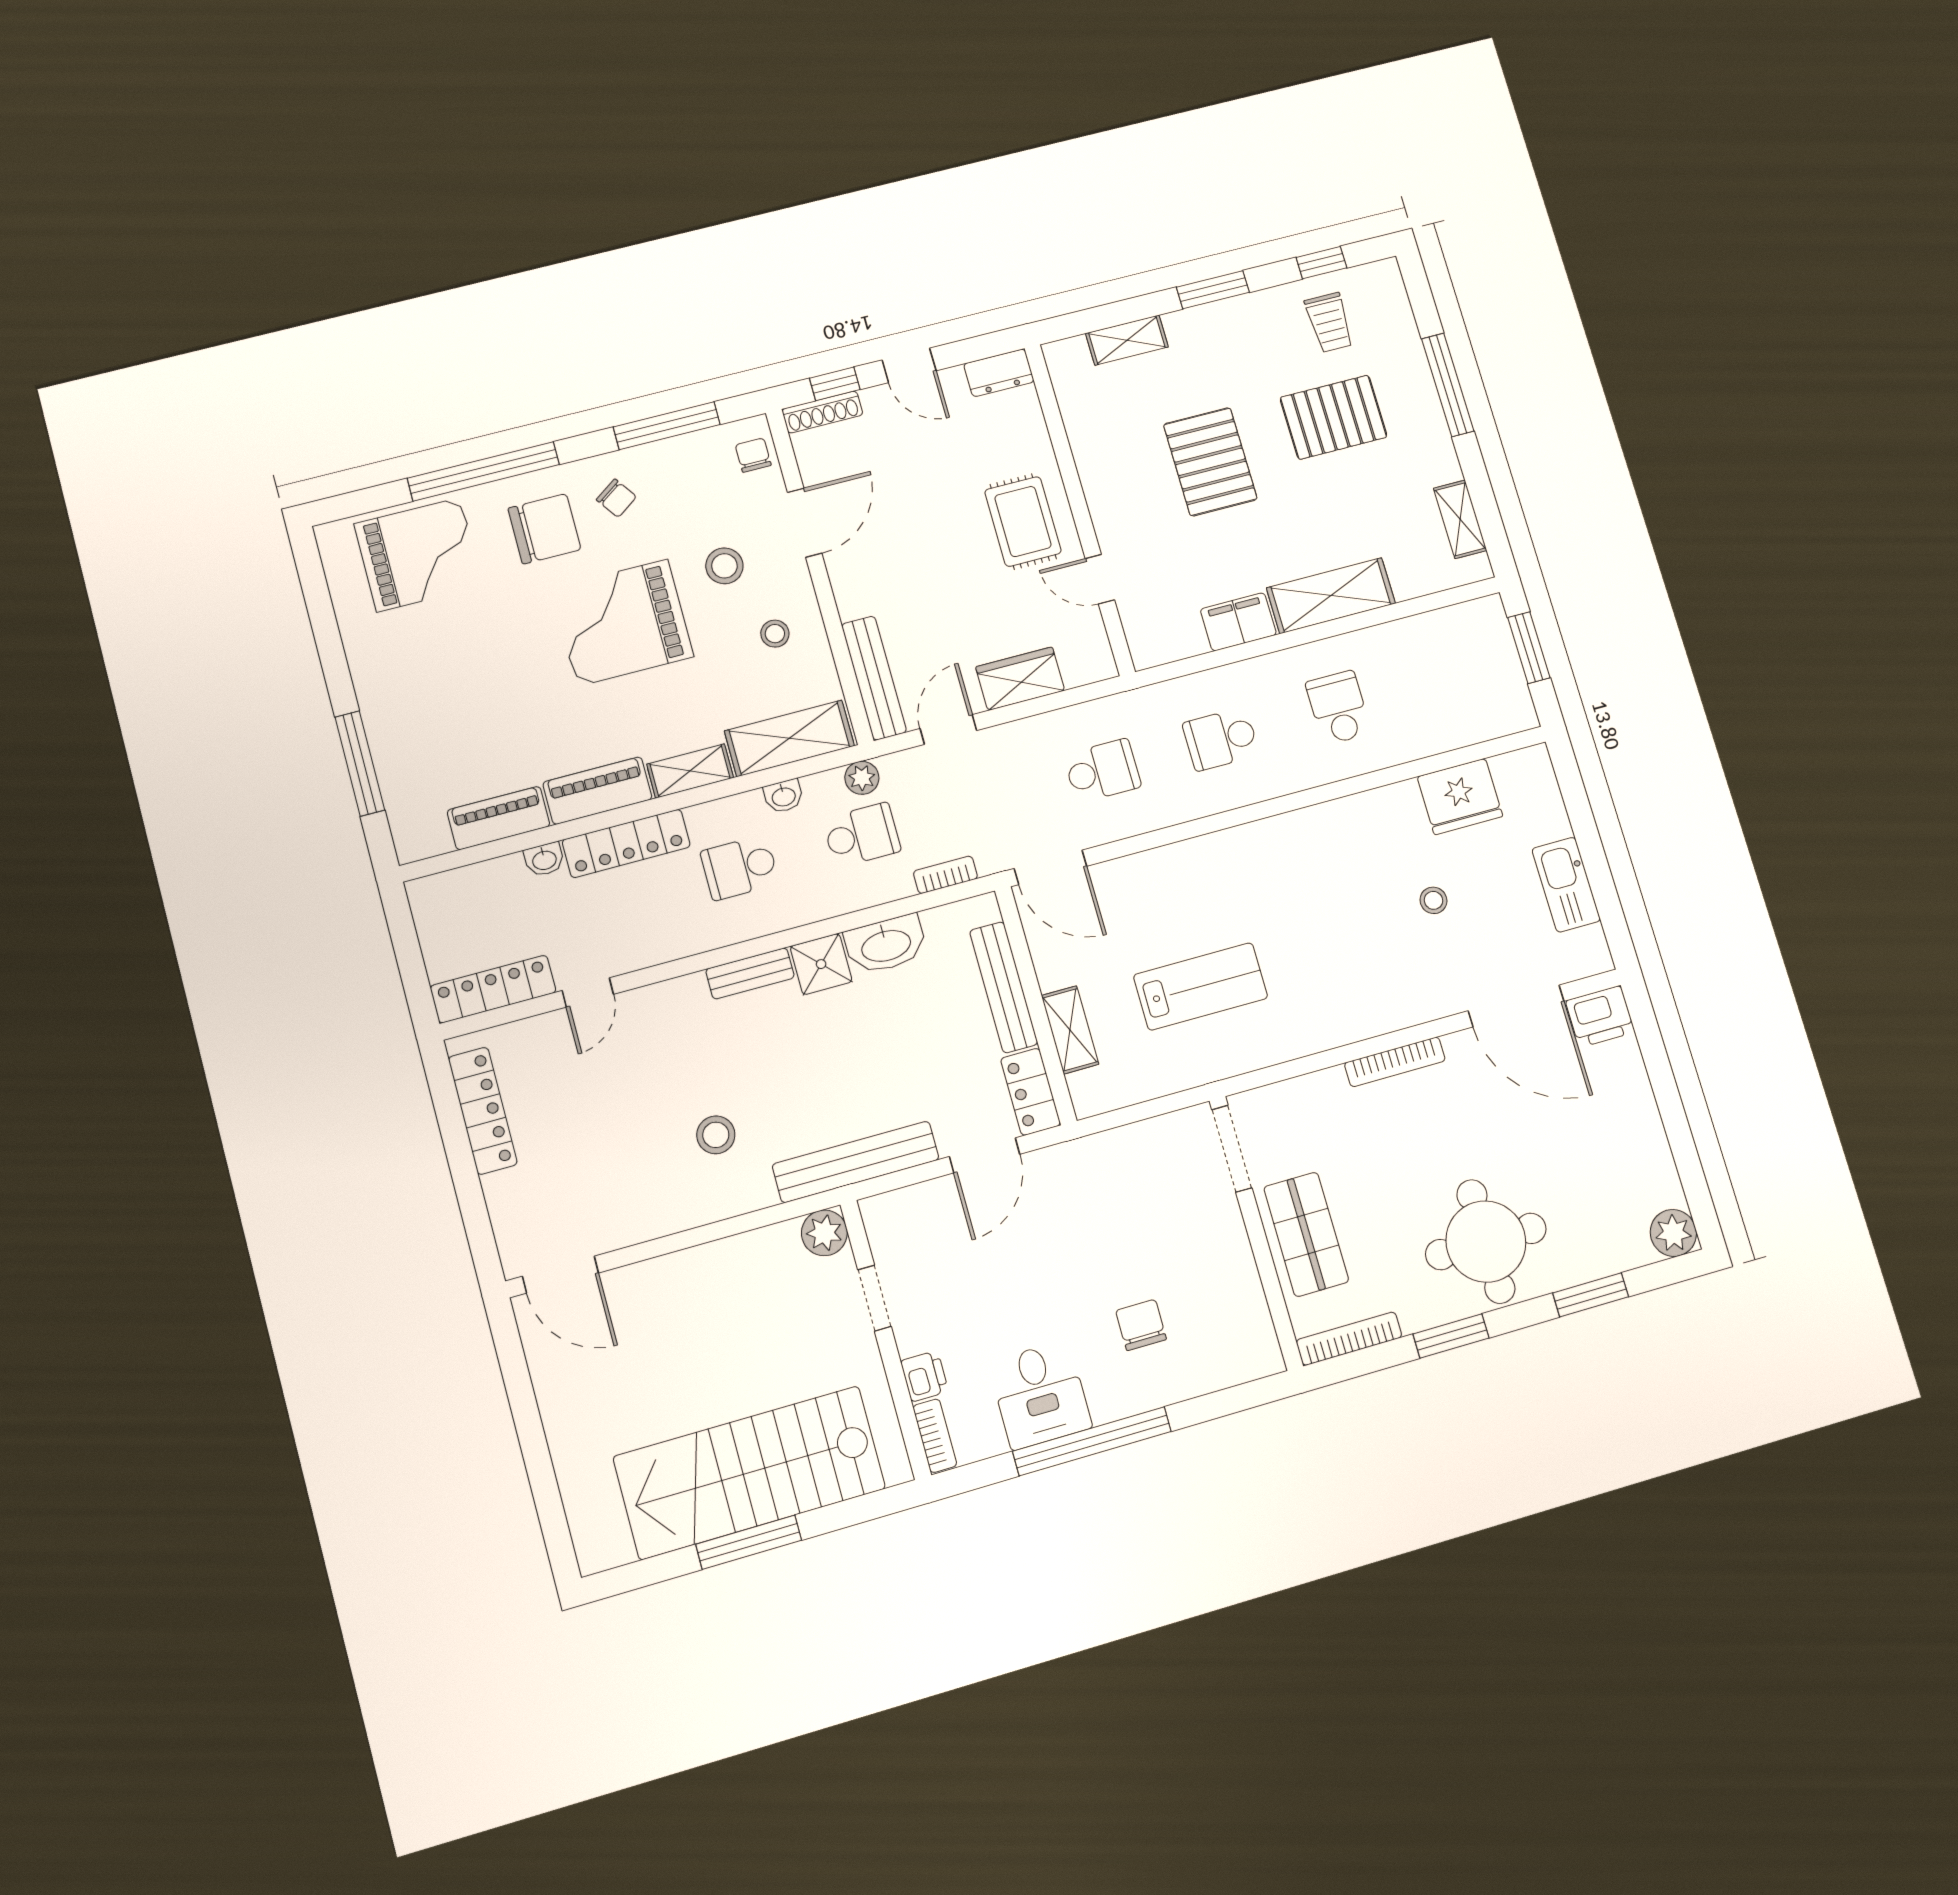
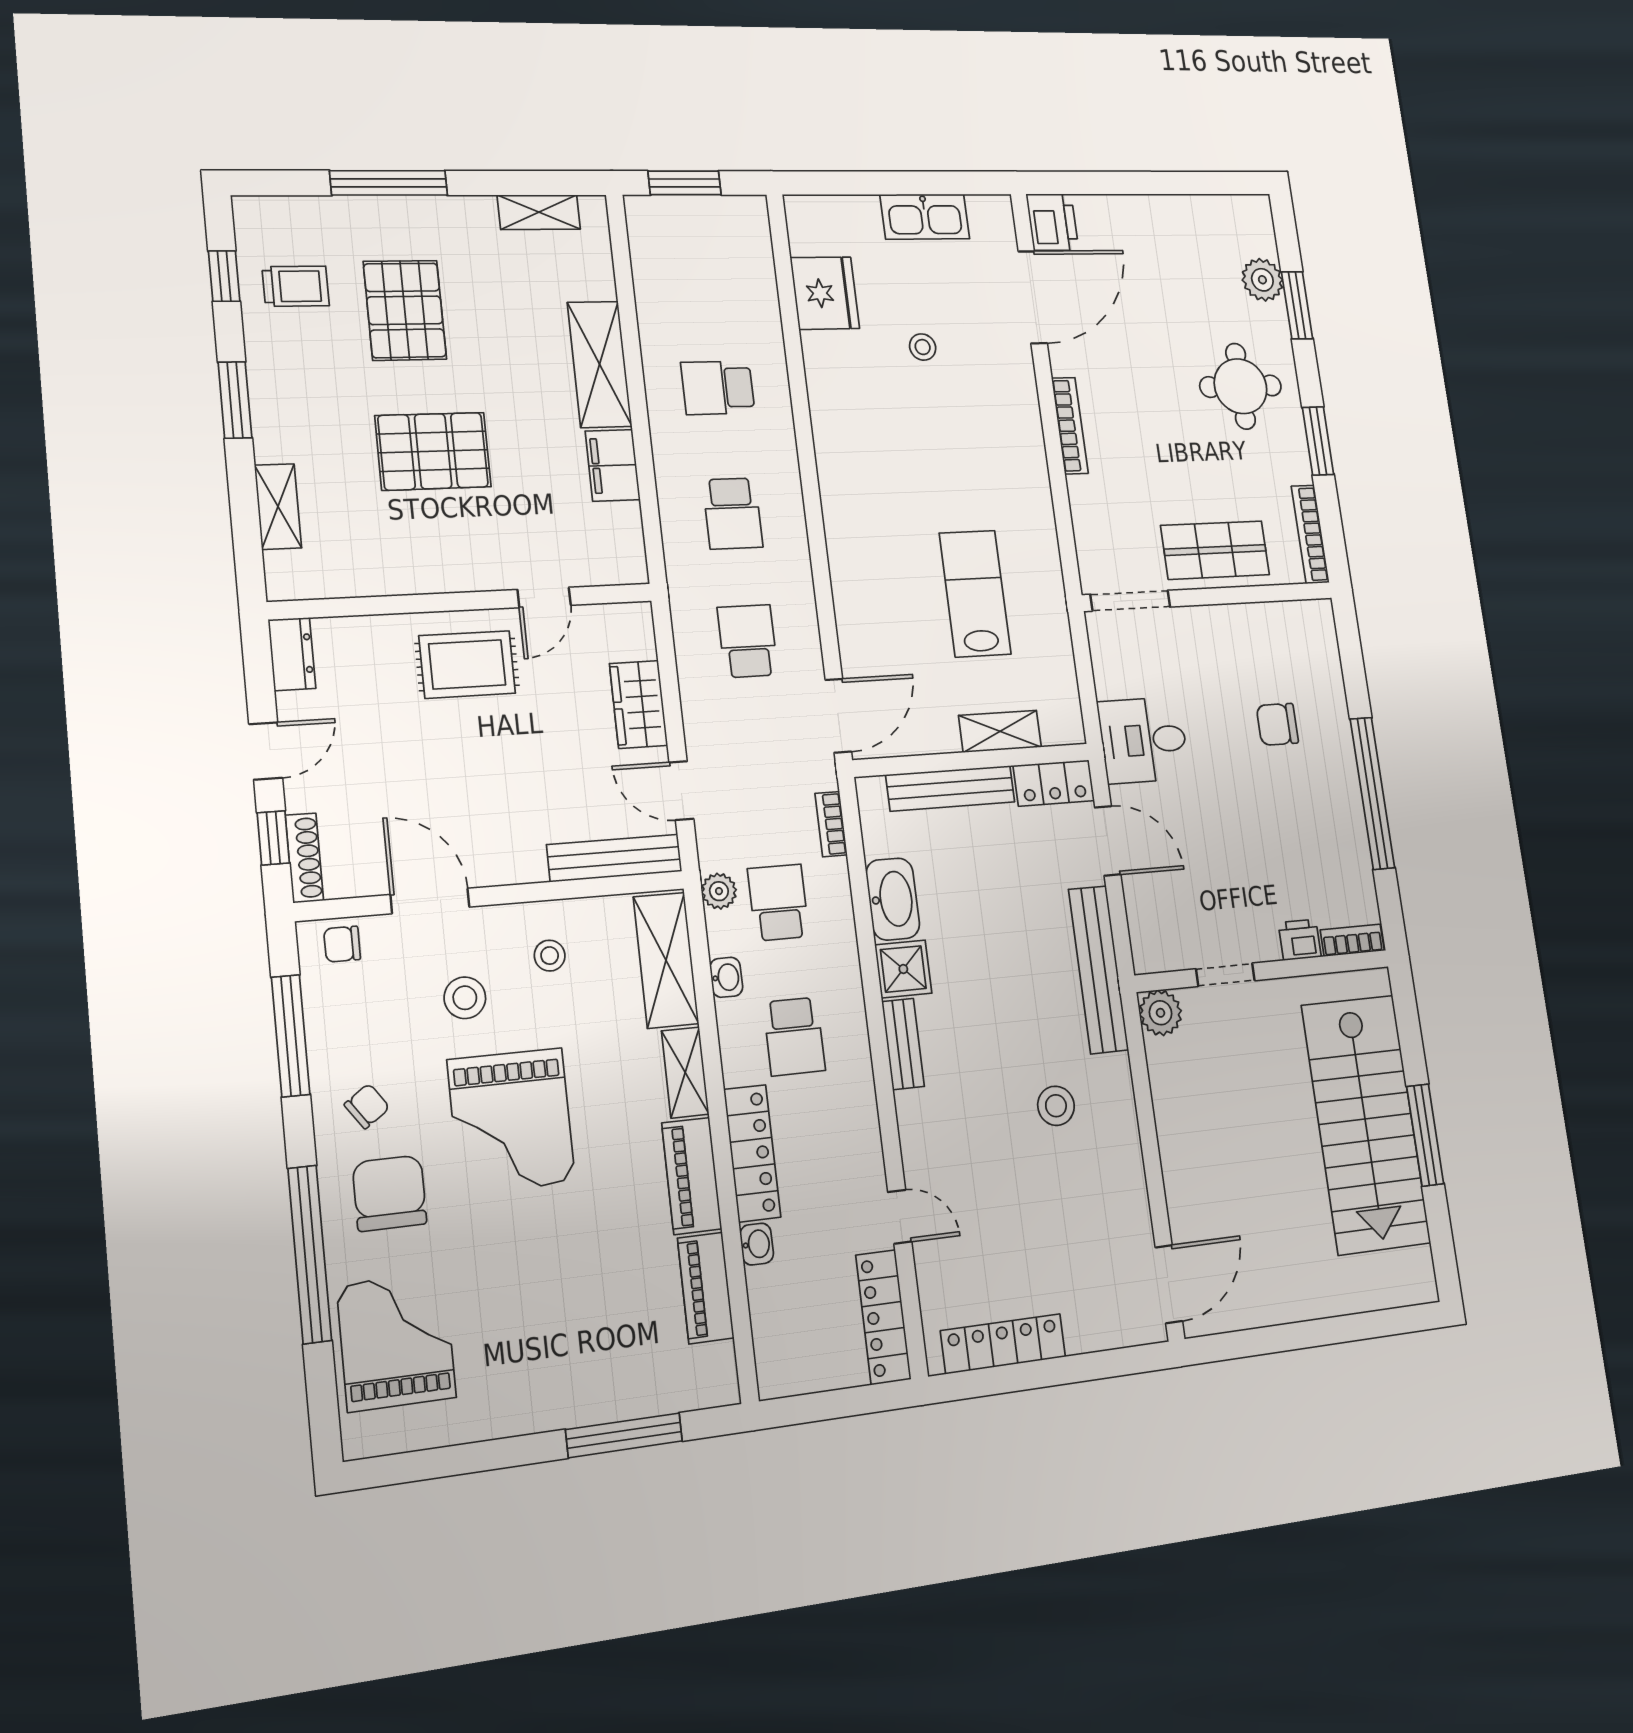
plant: (1673, 1233) -> (1262, 280), moved
round table: (1486, 1241) -> (1240, 386), width x0.73, depth x0.73
desk: (1040, 1395) -> (1143, 740), moved, turned 180

